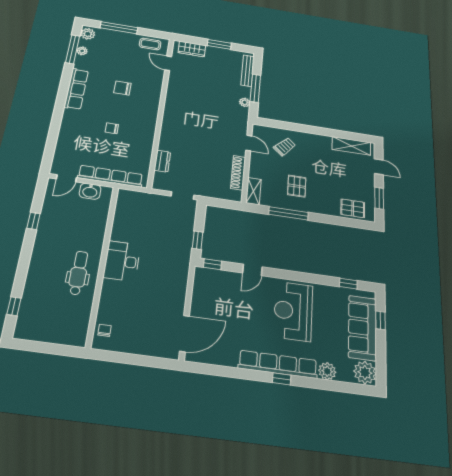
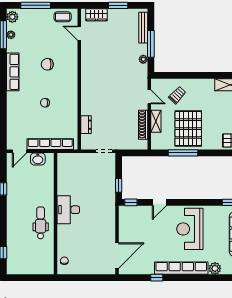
pallet: (297, 186) -> (188, 129), width x2.05, depth x2.00
shelving: (254, 191) -> (156, 121), moved
window: (282, 379) -> (157, 278), moved

